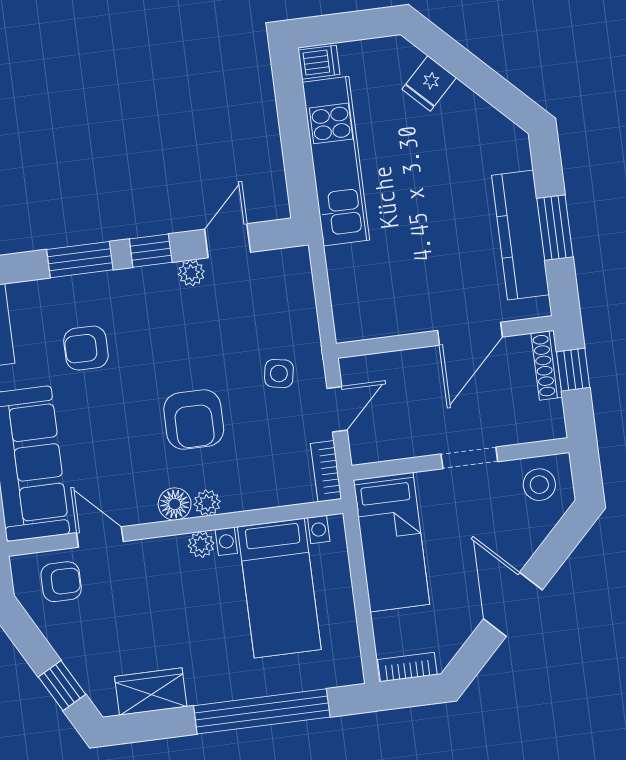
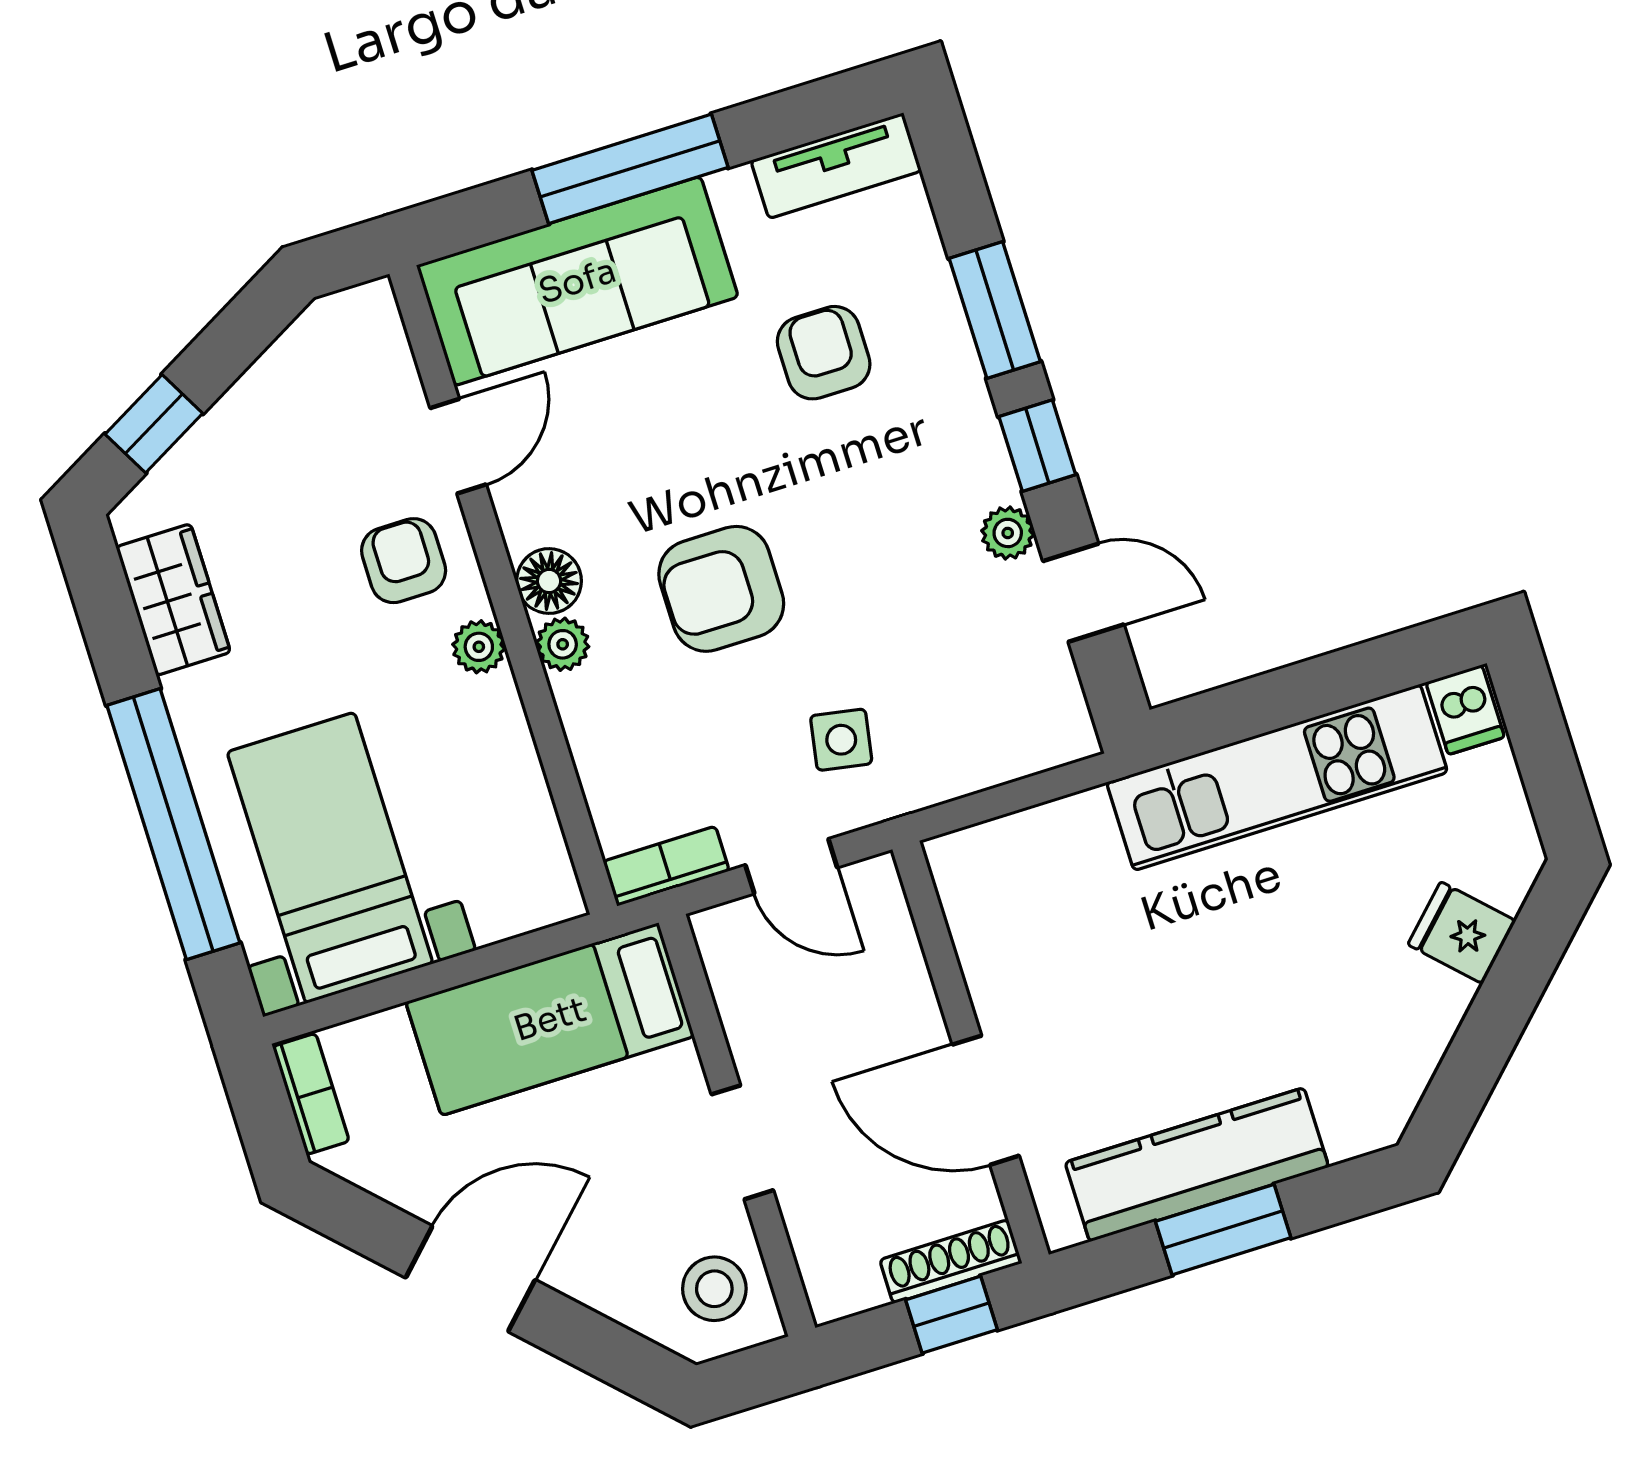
armchair: (61, 582) -> (404, 561), moved, turned 180
bed with nightstands: (279, 588) -> (330, 858), moved, turned 90

